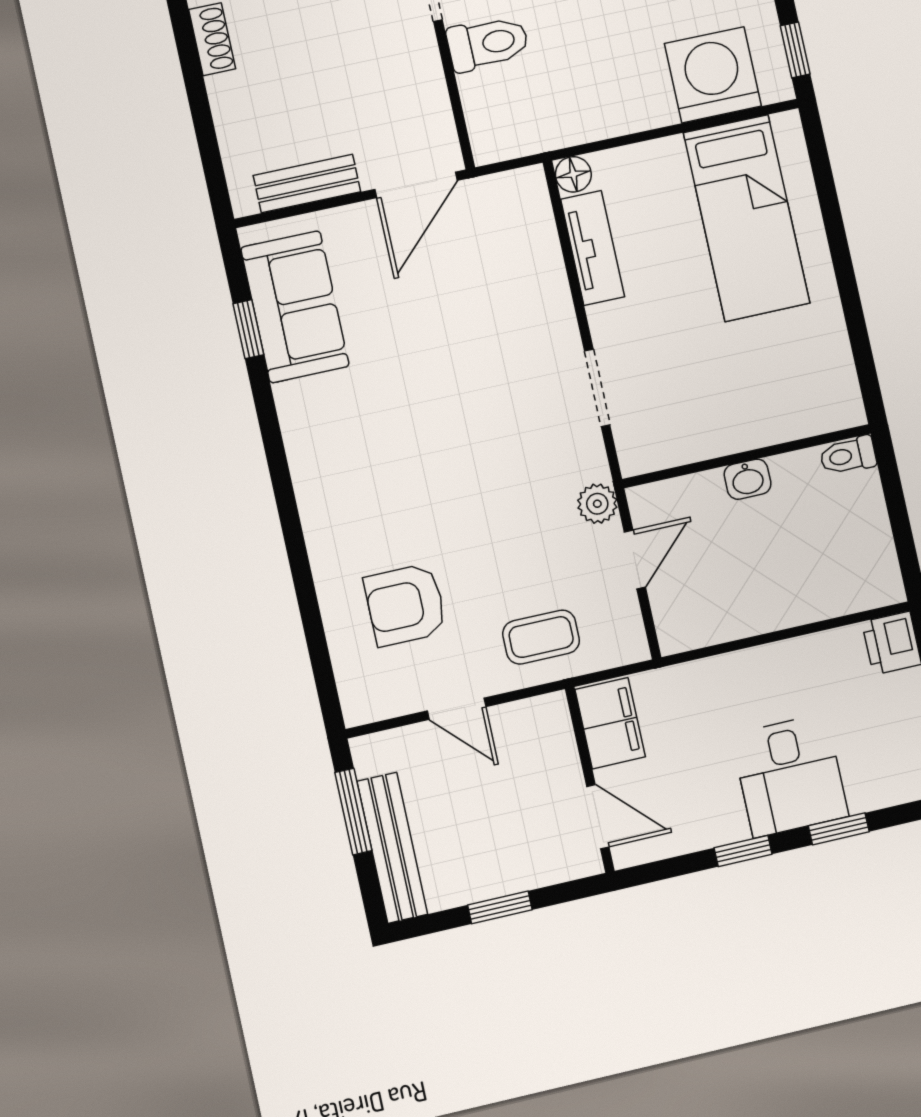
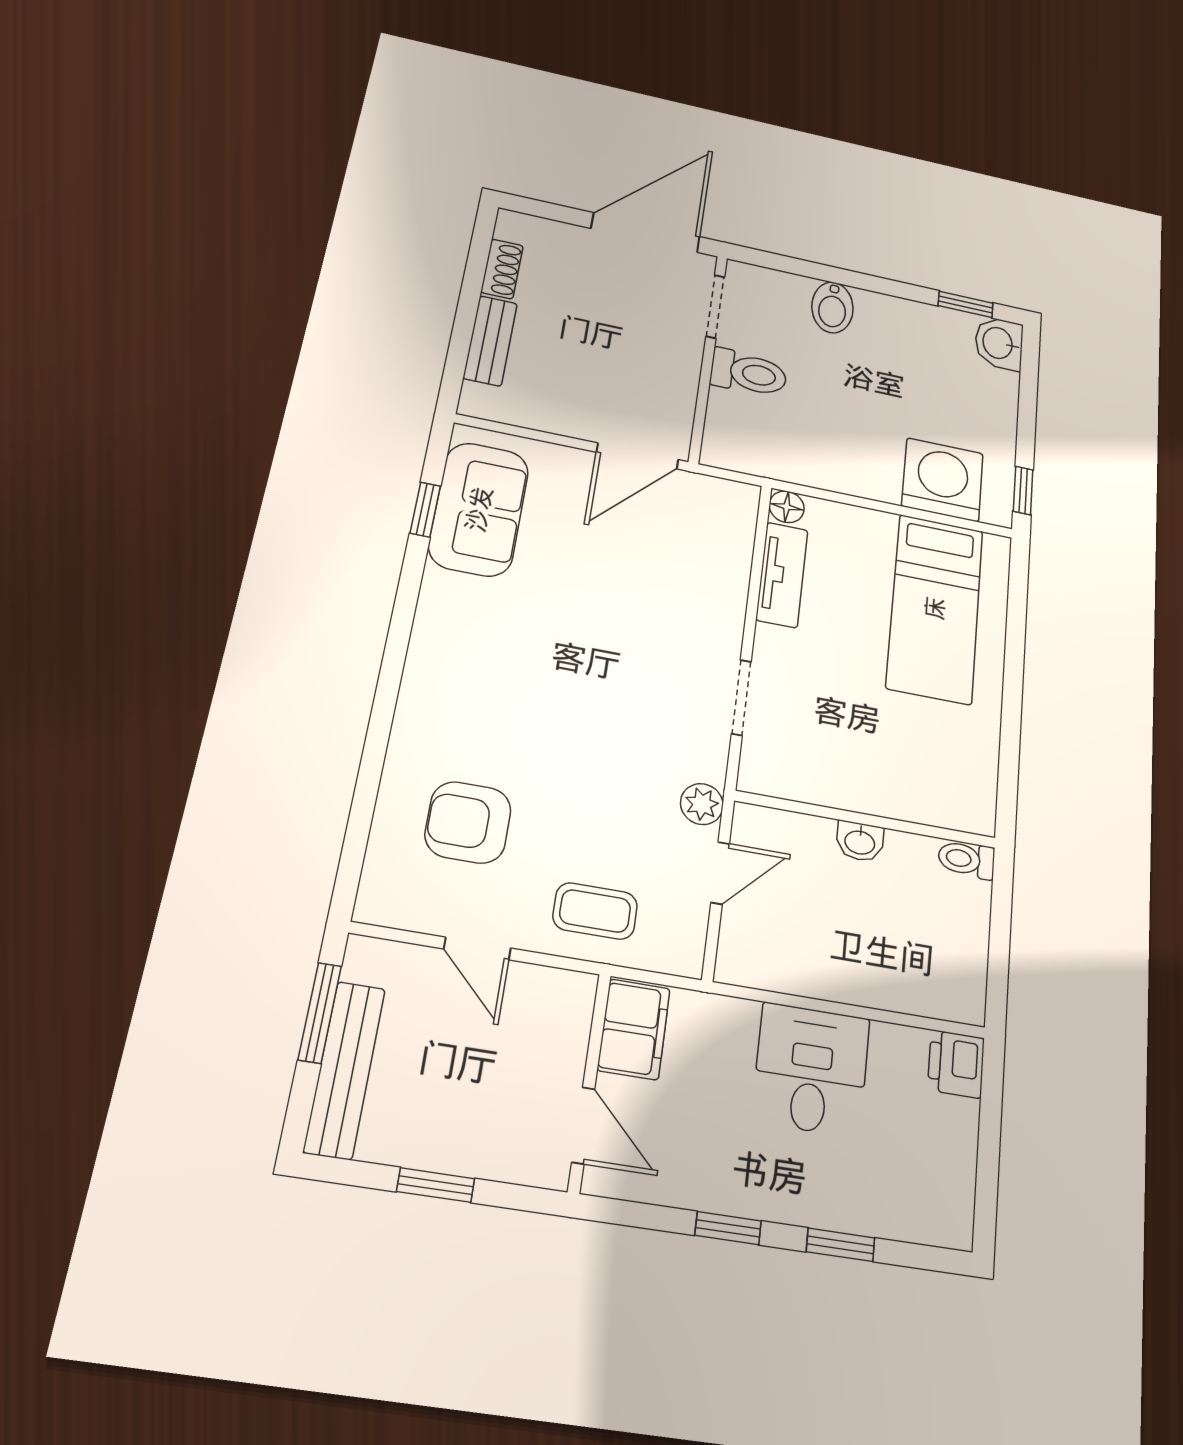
bench: (307, 184) -> (490, 341), moved, turned 90
desk: (790, 776) -> (811, 1070), moved, turned 180

